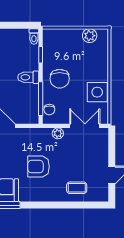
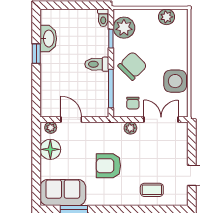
plant: (52, 45) -> (124, 28), added
chair: (60, 79) -> (132, 66), turned -135
chair: (49, 110) -> (133, 103), moved

